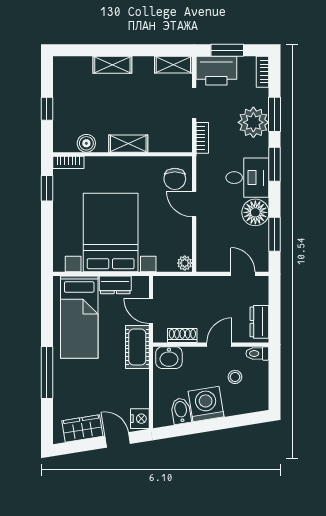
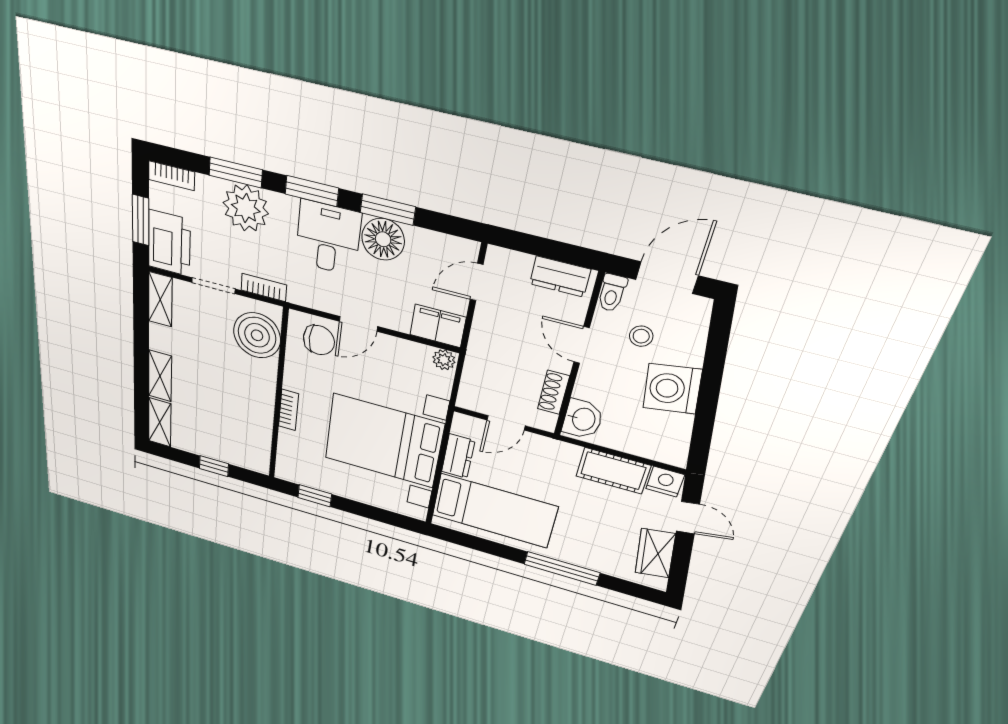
boiler: (86, 143) -> (257, 335), moved, width x1.86, depth x1.86
shelving: (128, 144) -> (160, 422), moved
bookcase: (68, 162) -> (289, 410), moved
window: (275, 234) -> (388, 210), moved
filing cabinet: (207, 255) -> (438, 326), added
cot: (137, 347) -> (613, 471), moved
door: (275, 381) -> (667, 278), added
bidet: (181, 411) -> (672, 426), removed
door: (118, 440) -> (688, 518), swing flipped

